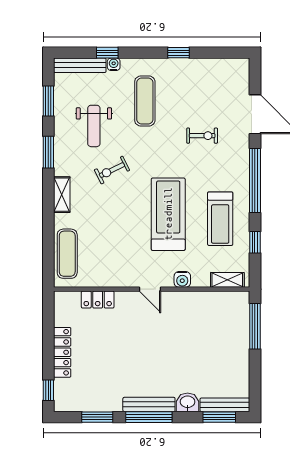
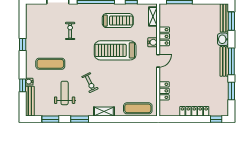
weight bench: (94, 126) -> (65, 93), turned -90
locker: (193, 300) -> (164, 36), added

